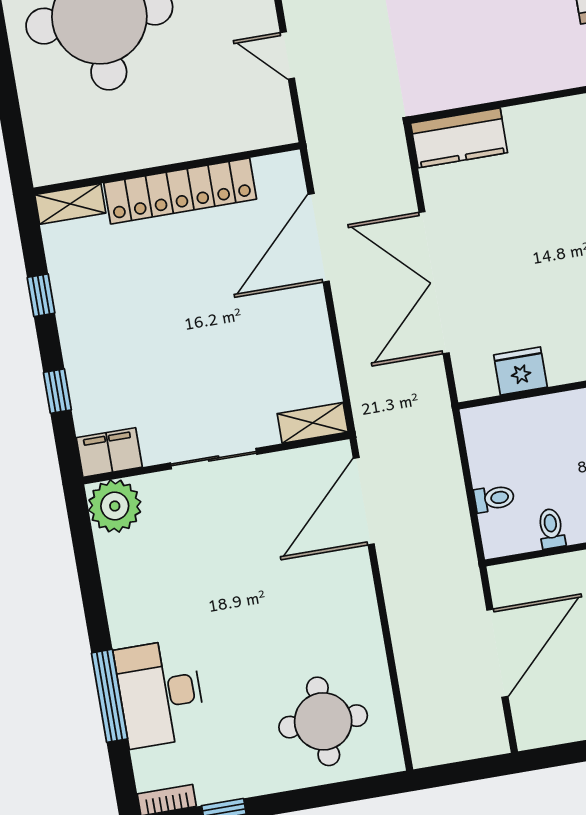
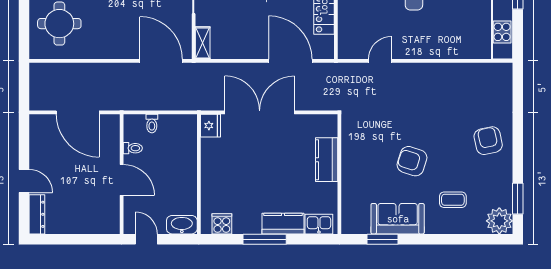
kitchen counter: (459, 138) -> (327, 160), moved
fridge: (520, 371) -> (210, 126), moved

